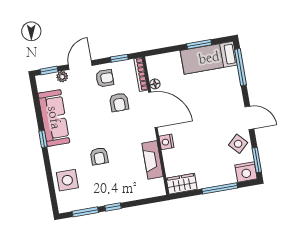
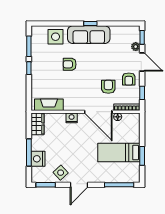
bed: (209, 58) -> (119, 153), moved, turned -90
armchair: (119, 102) -> (108, 87), turned 90
door: (153, 110) -> (98, 112), hinge flipped
sofa: (54, 118) -> (89, 35), moved
fireplace: (152, 160) -> (49, 105), moved
nightstand: (246, 172) -> (38, 159), moved

